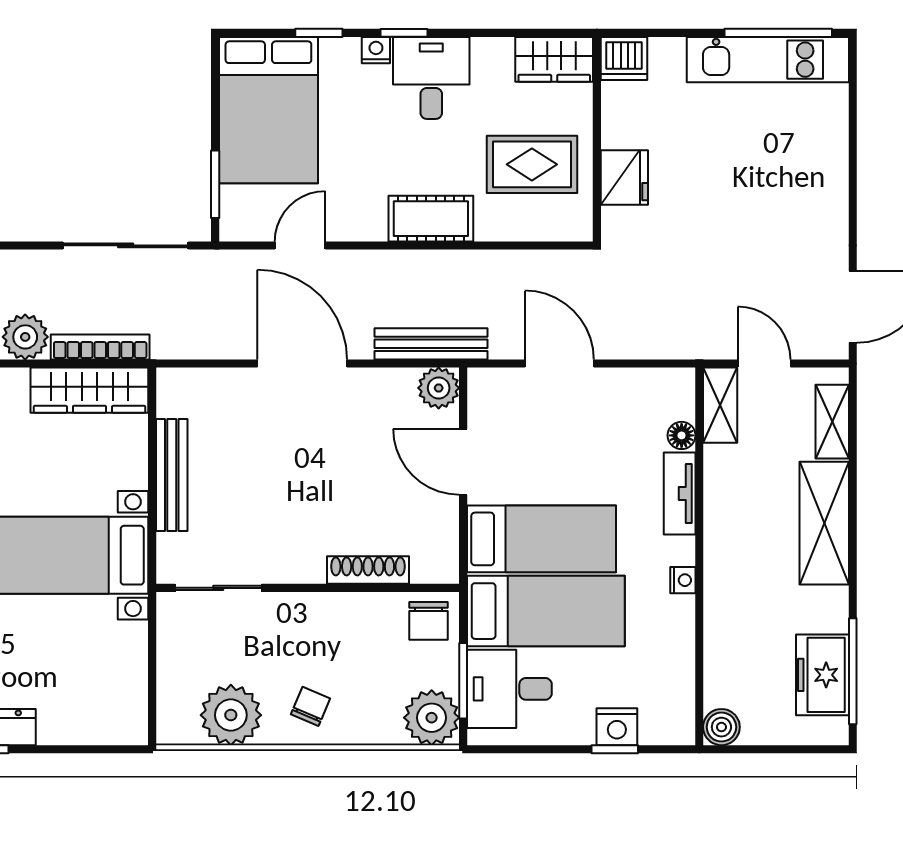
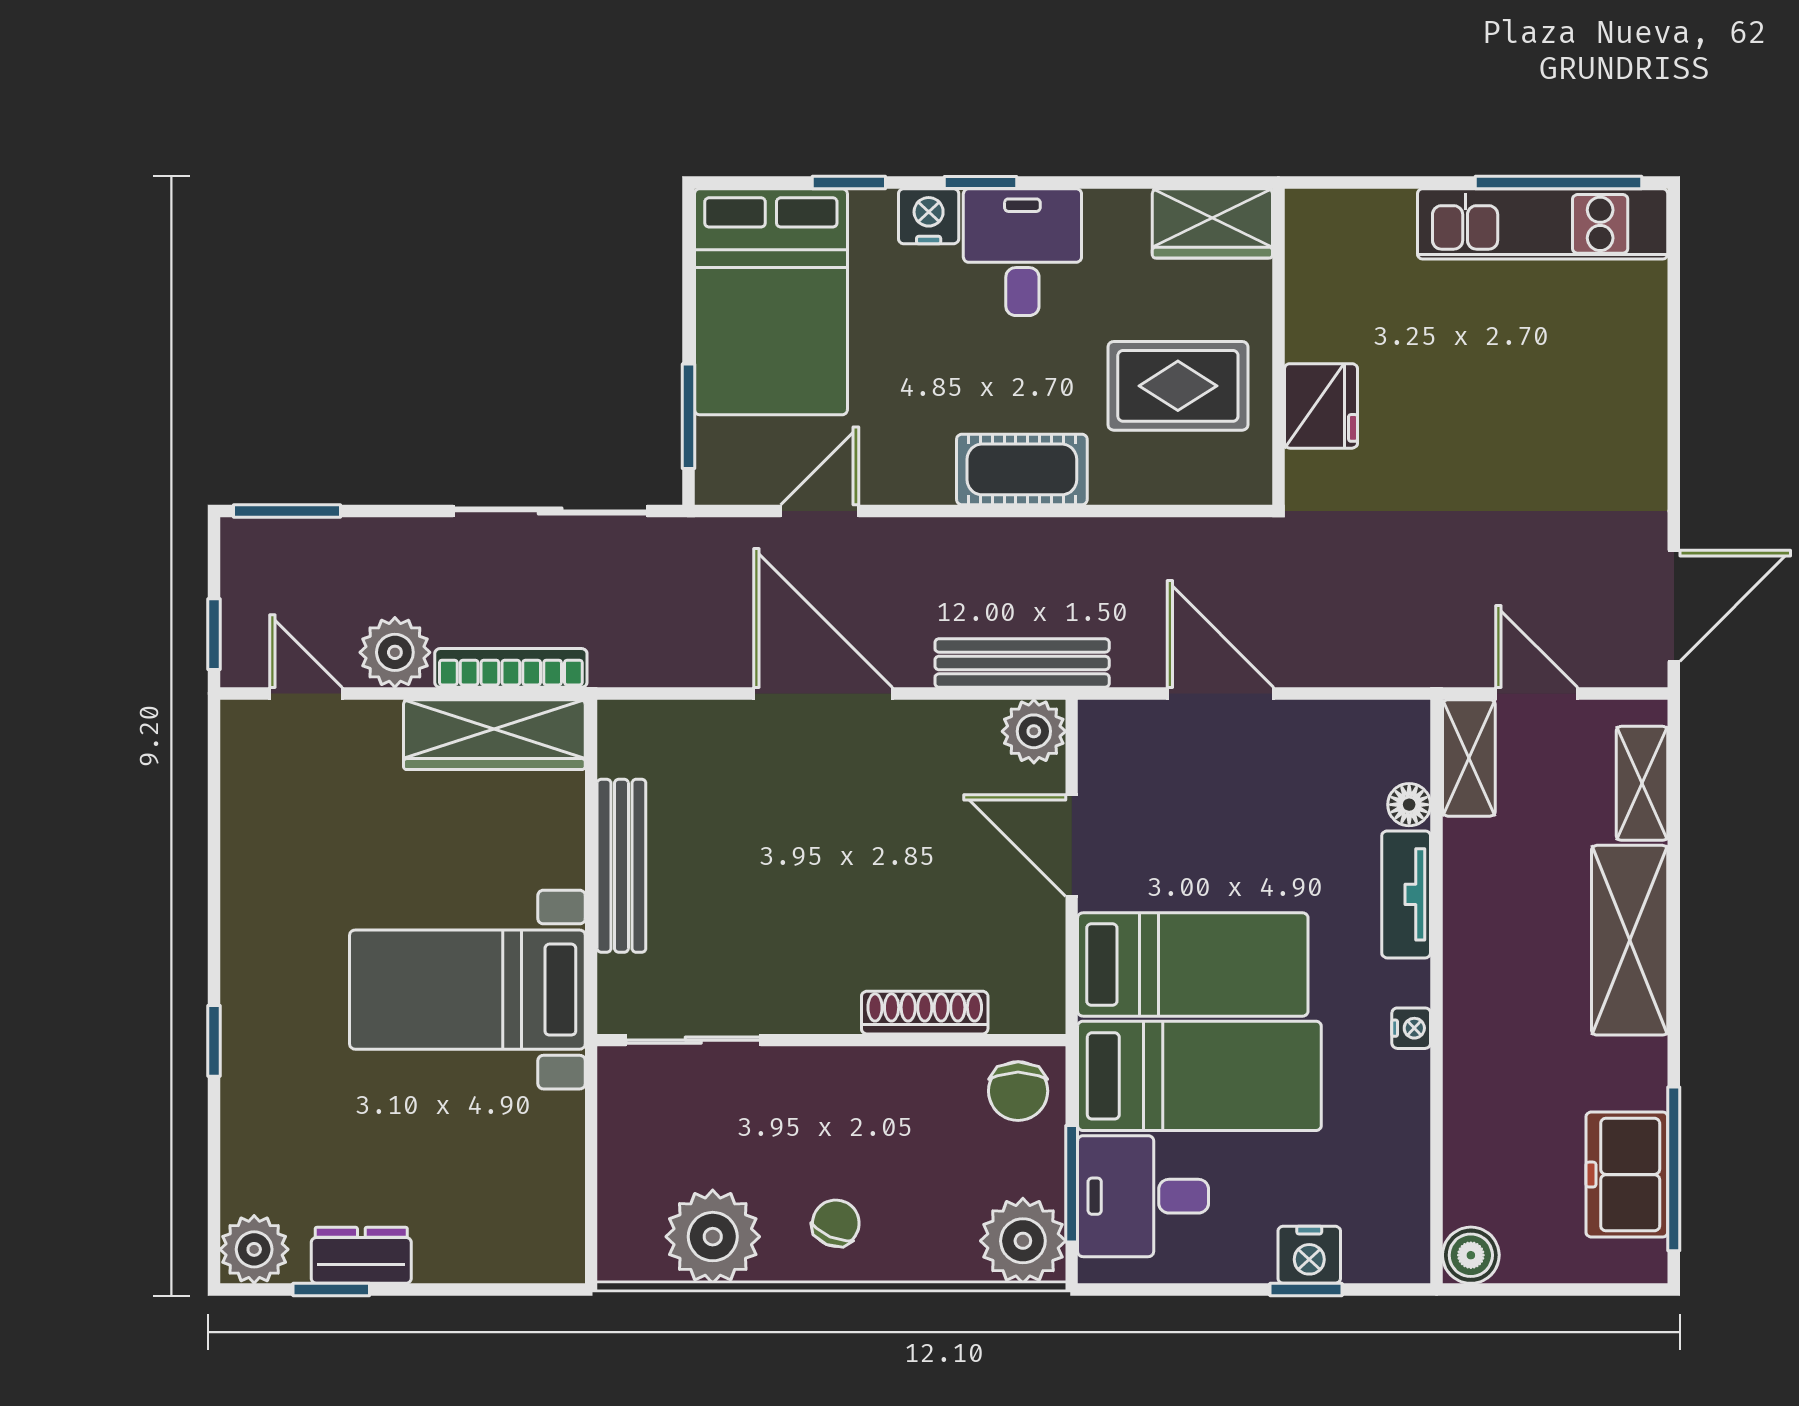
nightstand: (376, 50) -> (929, 216), width x1.39, depth x1.35
dishwasher: (624, 59) -> (1320, 222), removed

